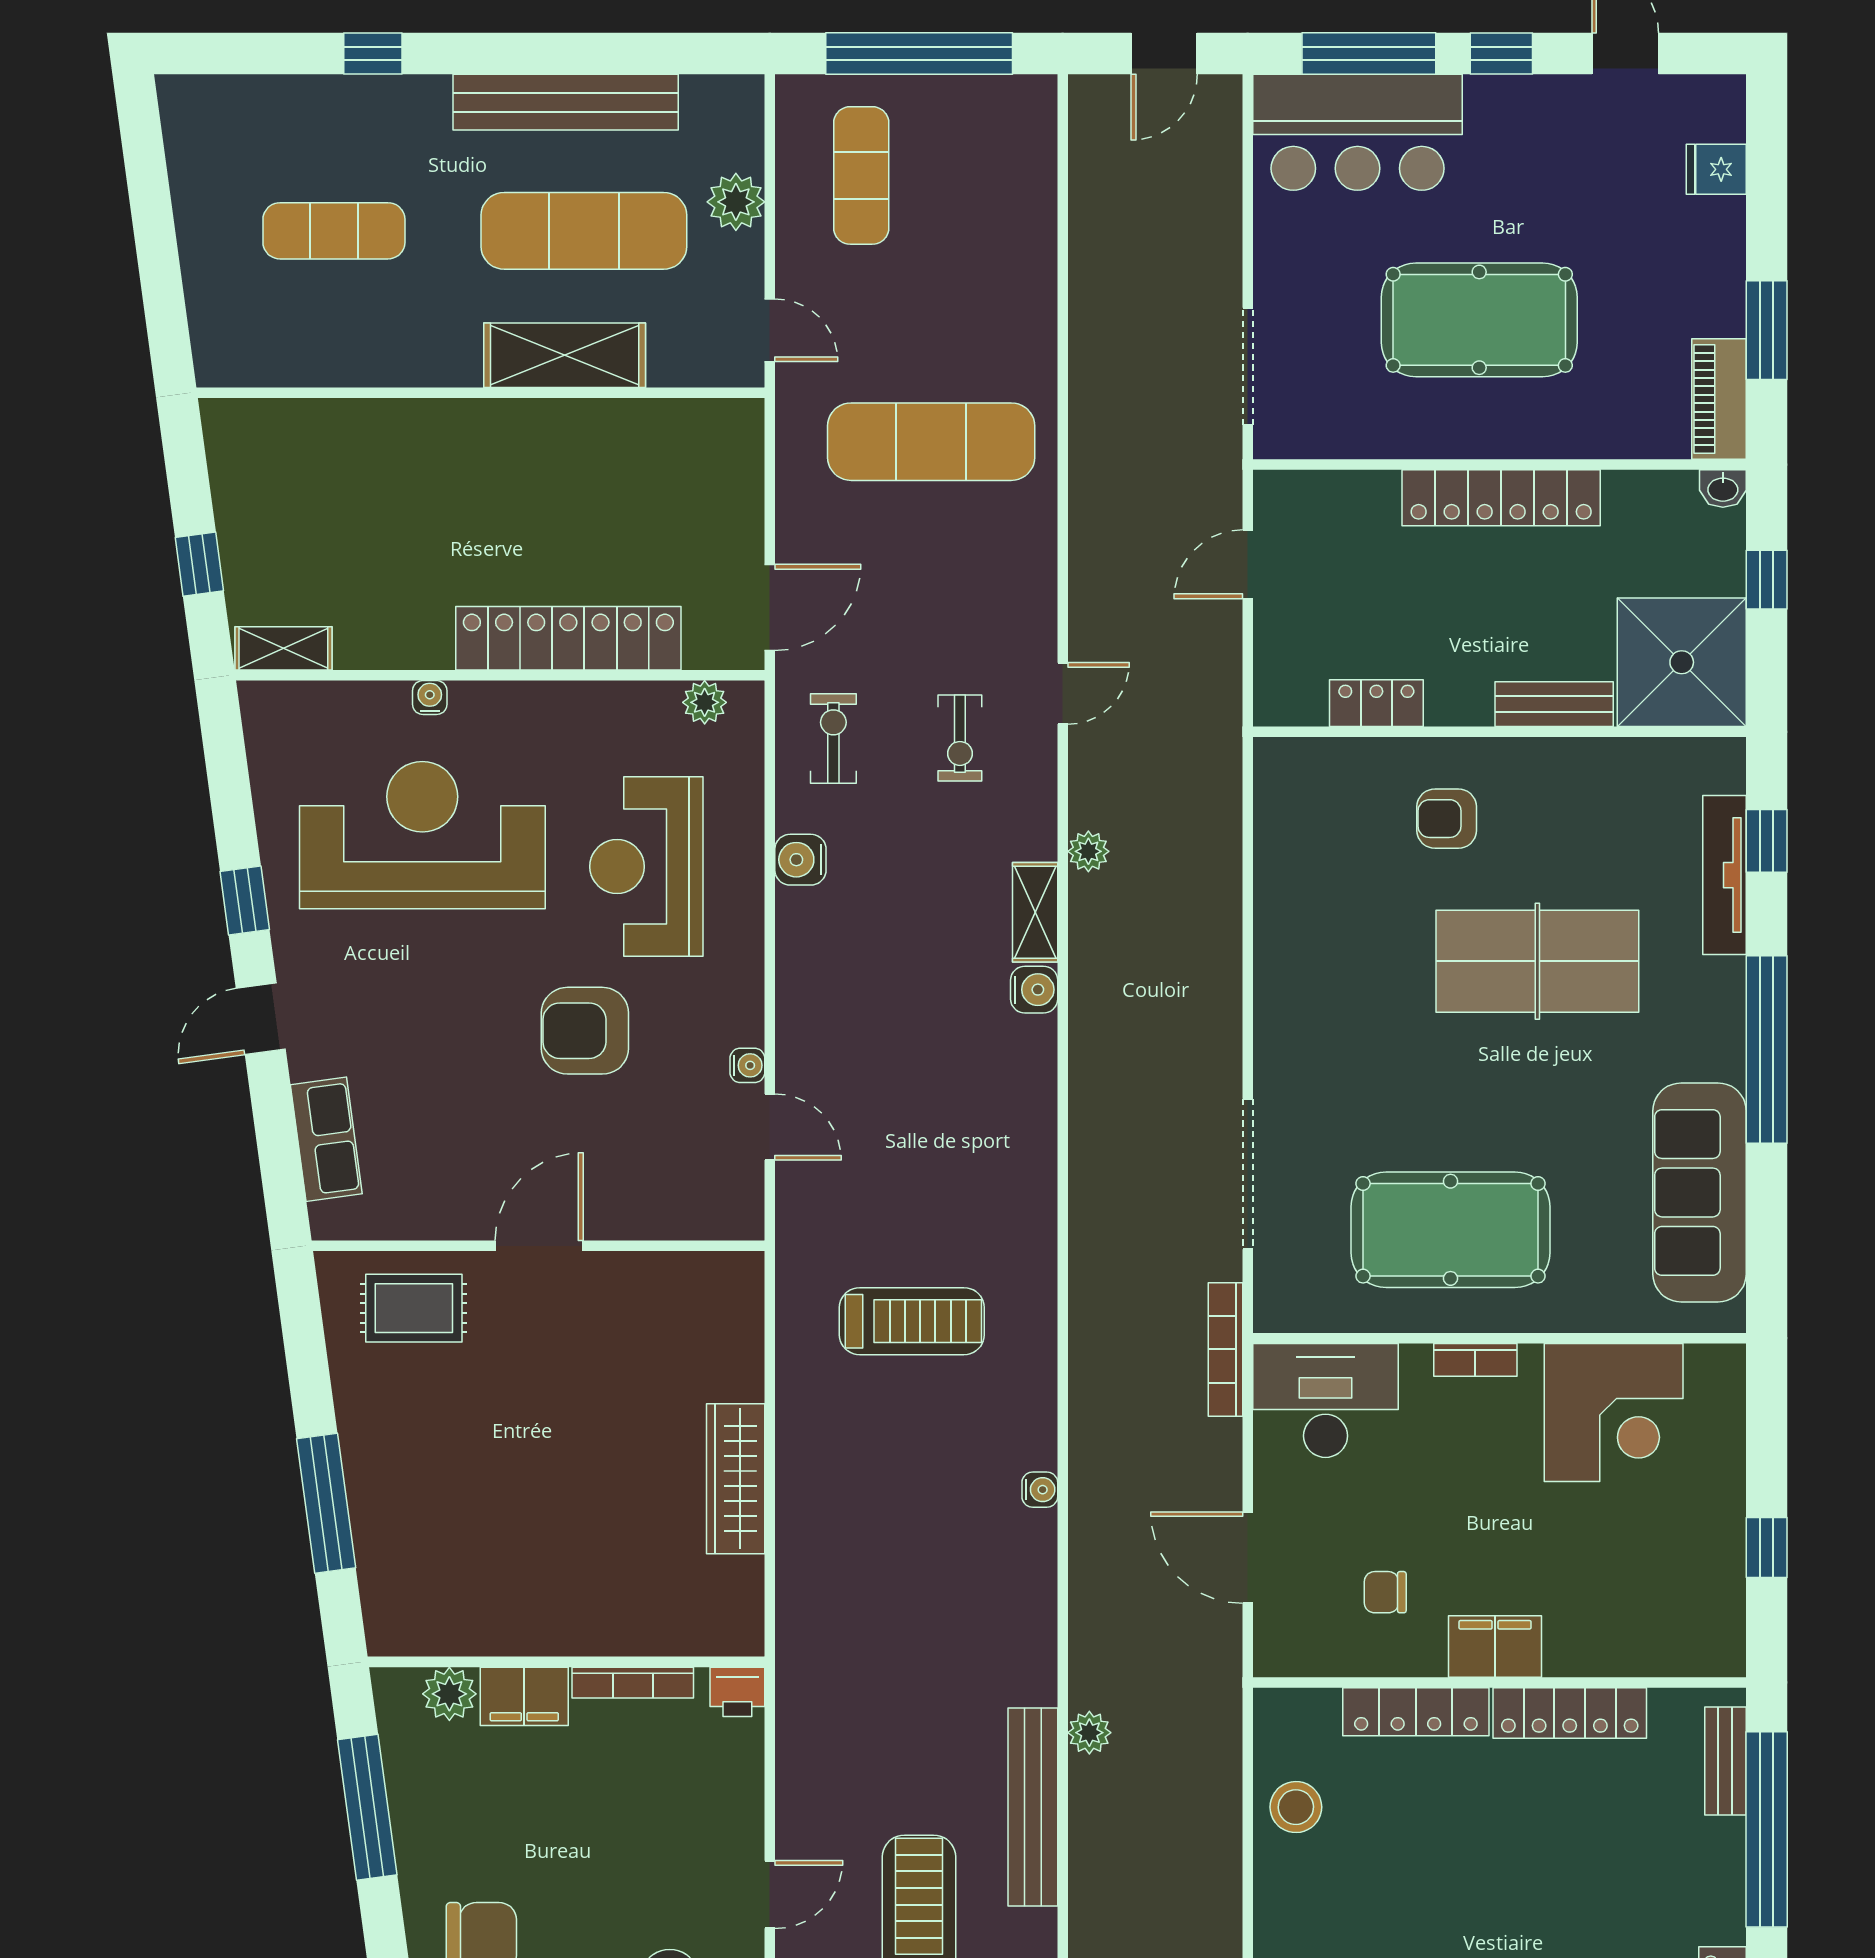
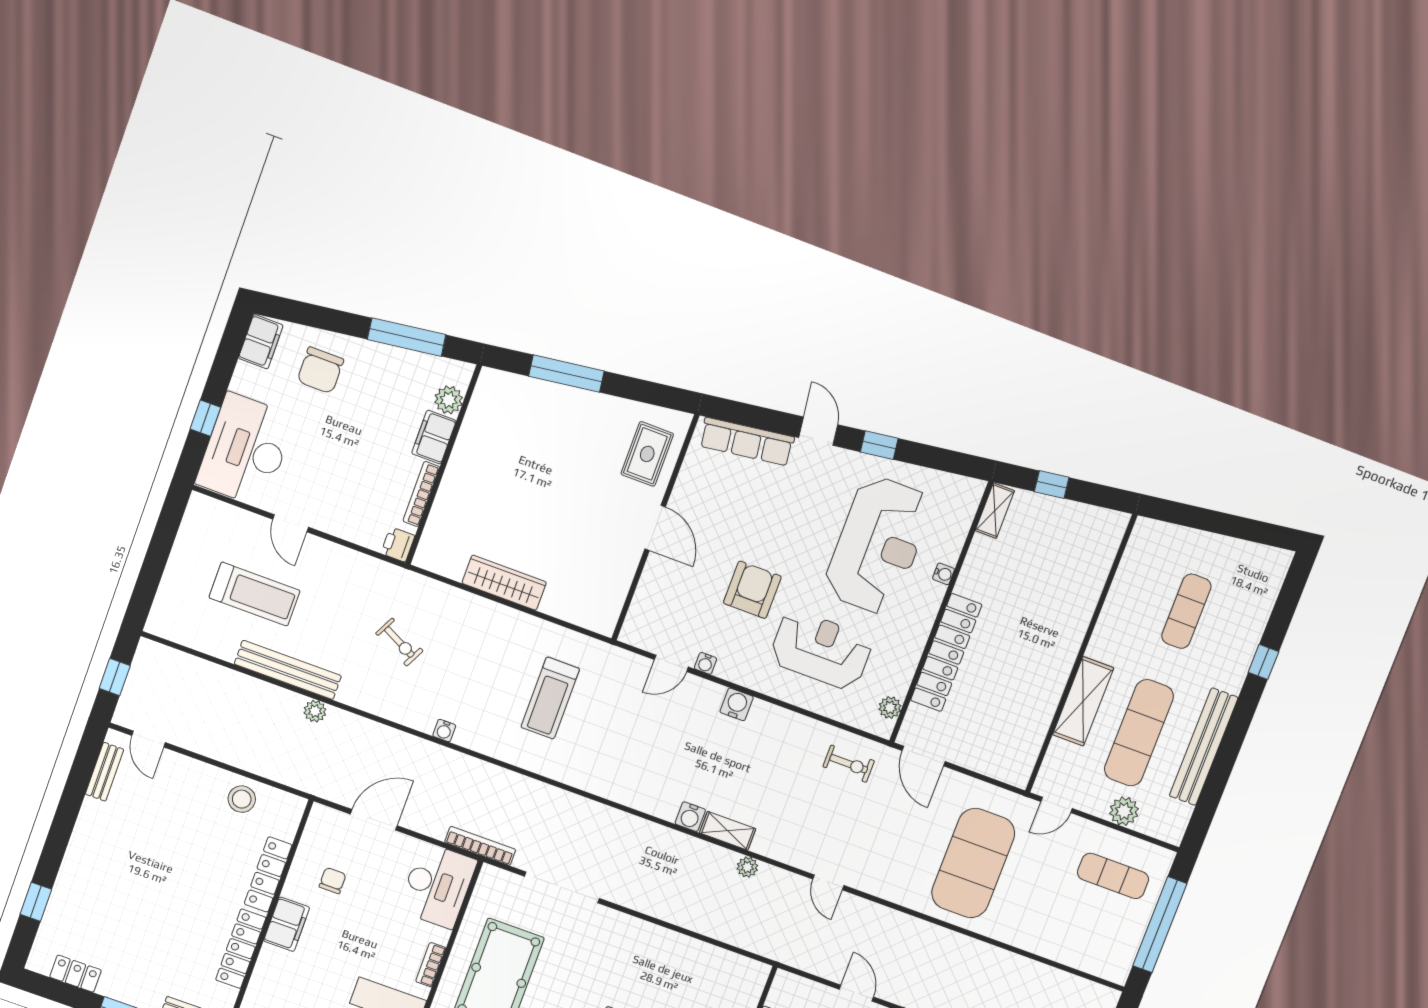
exercise mat: (931, 442) -> (973, 863), width x1.47
exercise bike: (960, 738) -> (399, 642), moved, turned -153
water cooler: (800, 860) -> (737, 704), moved
row of seats: (326, 1139) -> (747, 442), width x1.48

